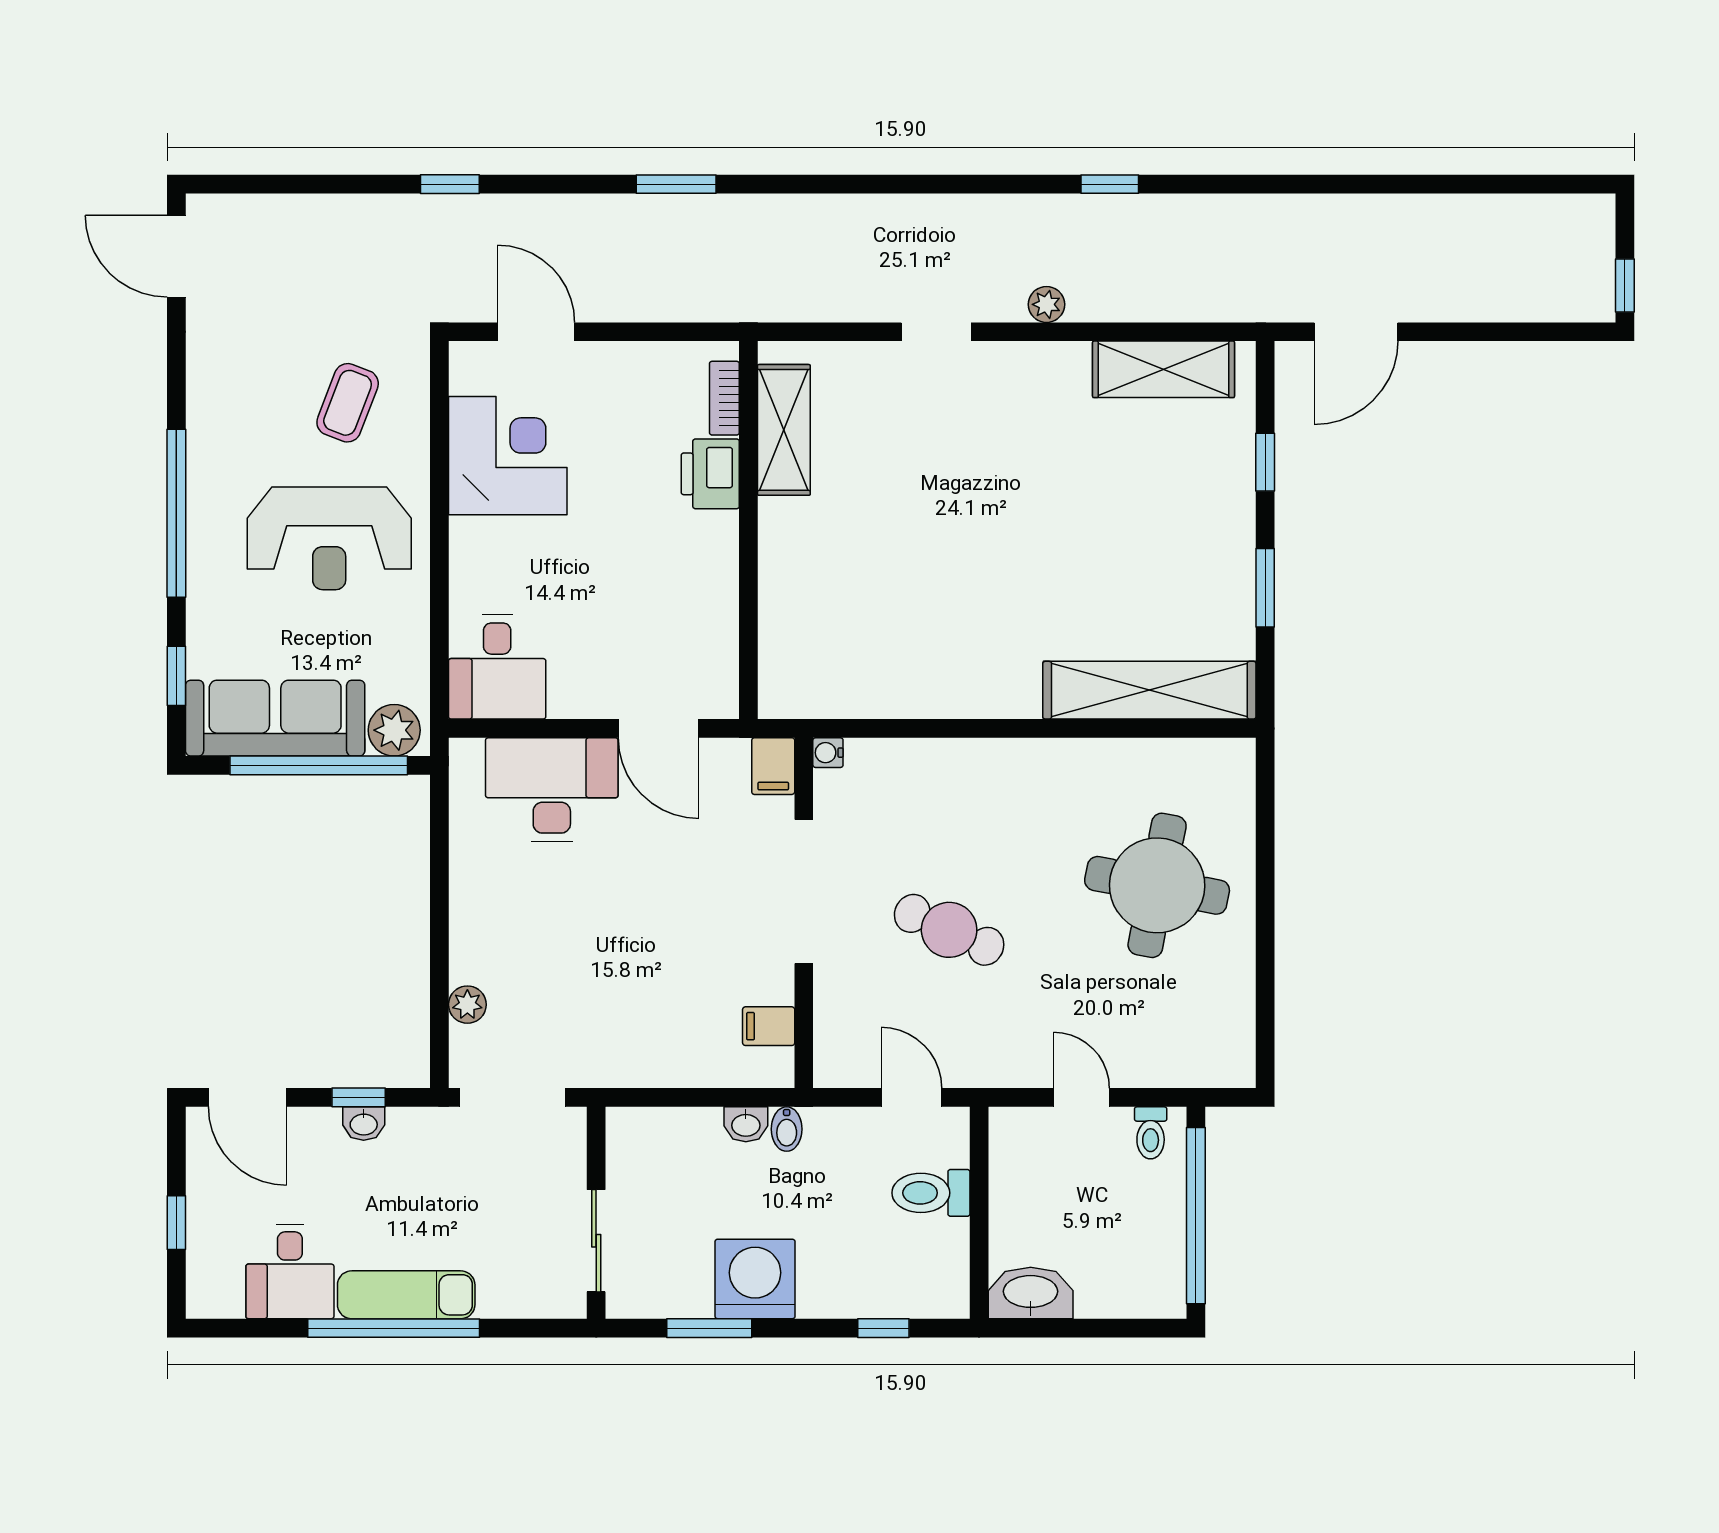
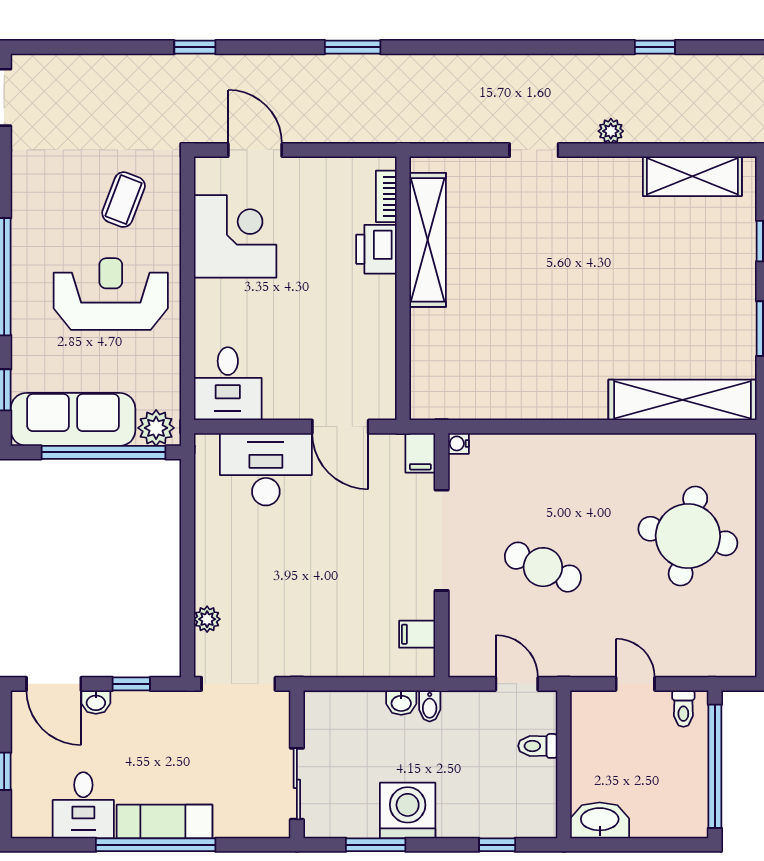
shelving: (784, 430) -> (428, 240), width x1.47
reception desk: (329, 538) -> (111, 294), turned 180
washbasin: (364, 1124) -> (96, 702), moved
toilet: (931, 1193) -> (538, 746), width x0.73, depth x0.72

